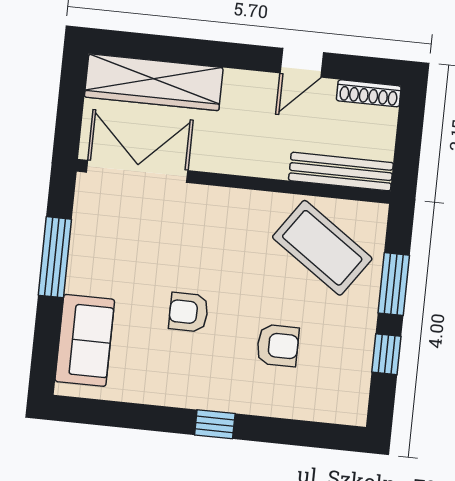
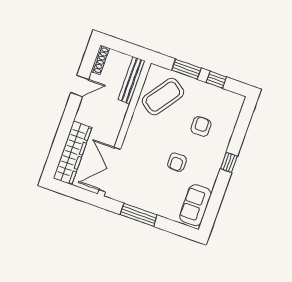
door: (302, 63) -> (80, 86), hinge flipped
sofa: (85, 340) -> (195, 205), moved, turned -90

